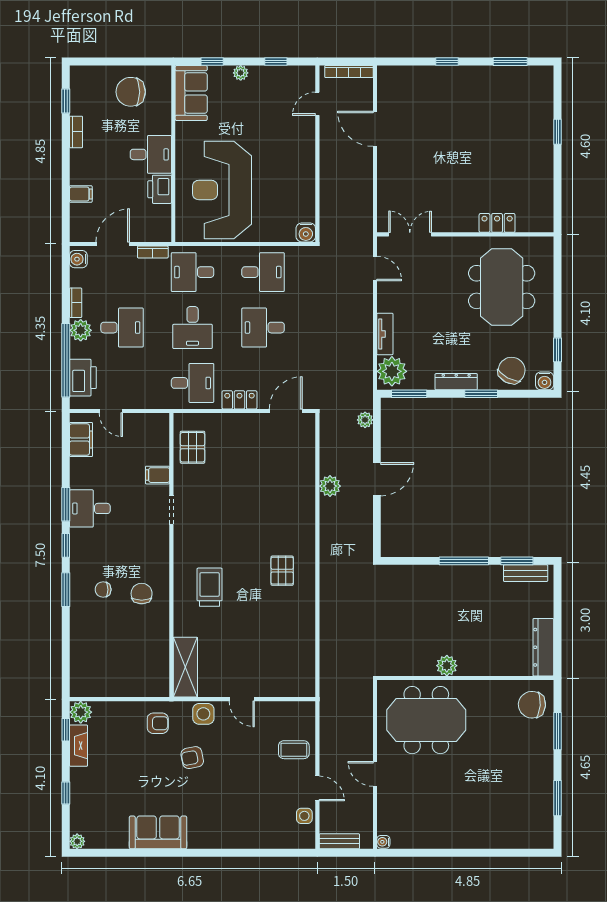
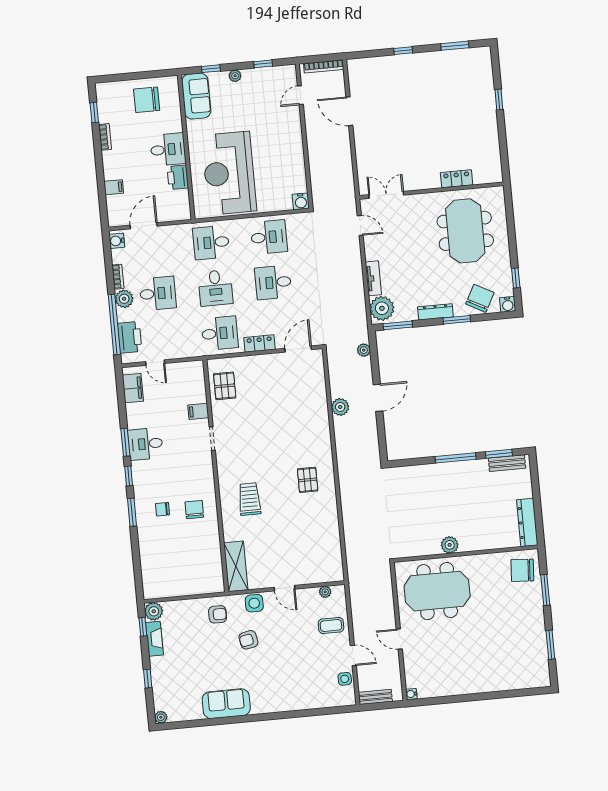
bookcase: (153, 252) -> (177, 229), removed
plant: (291, 708) -> (325, 592), added

